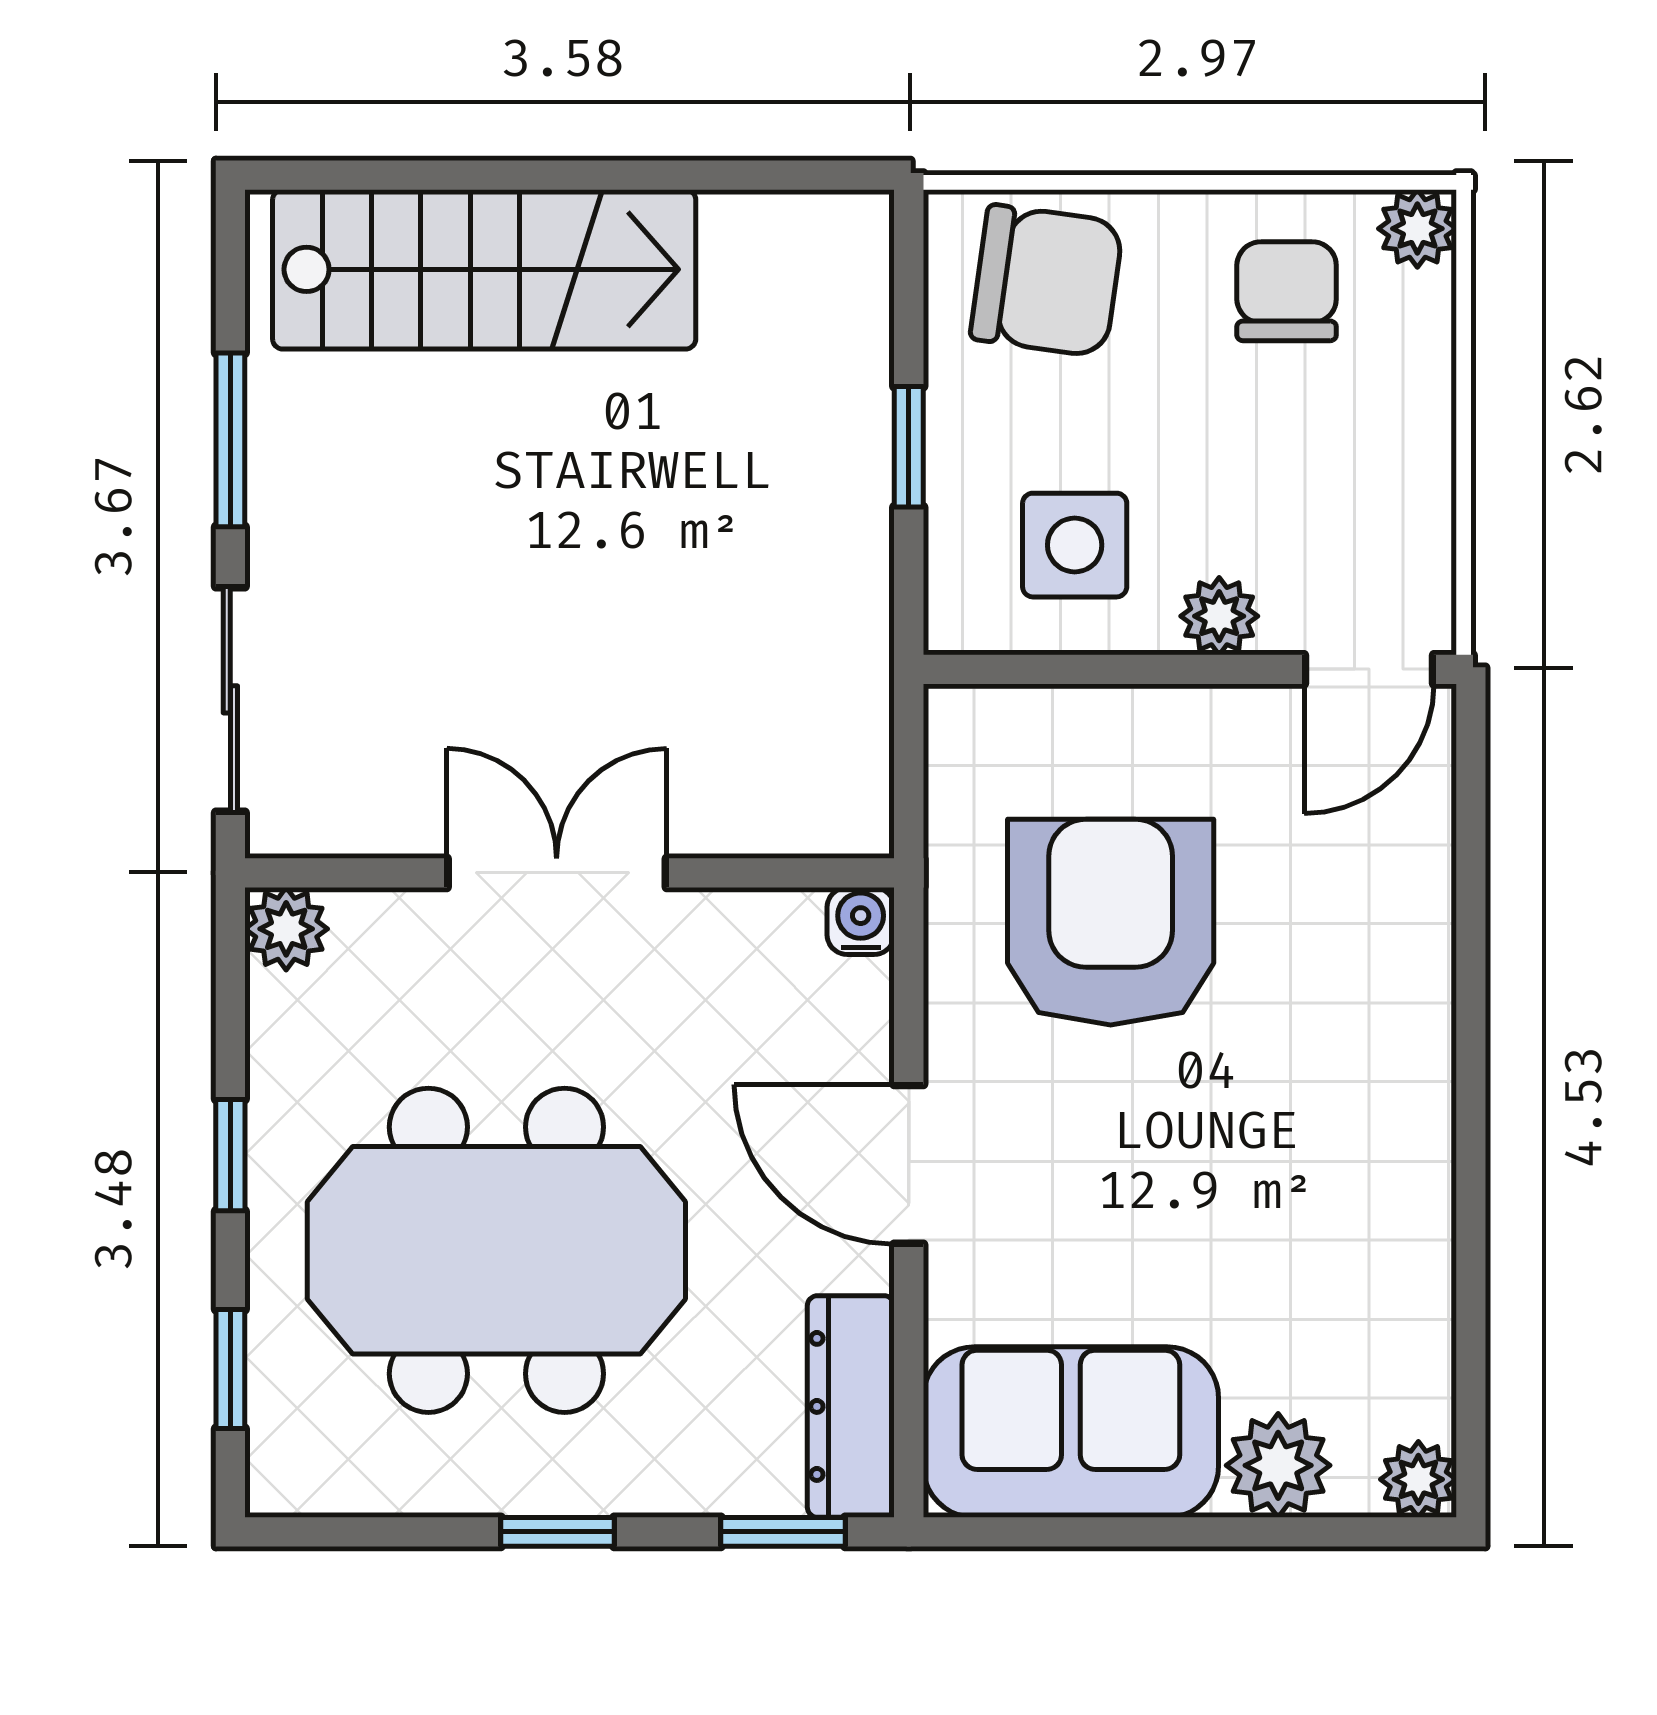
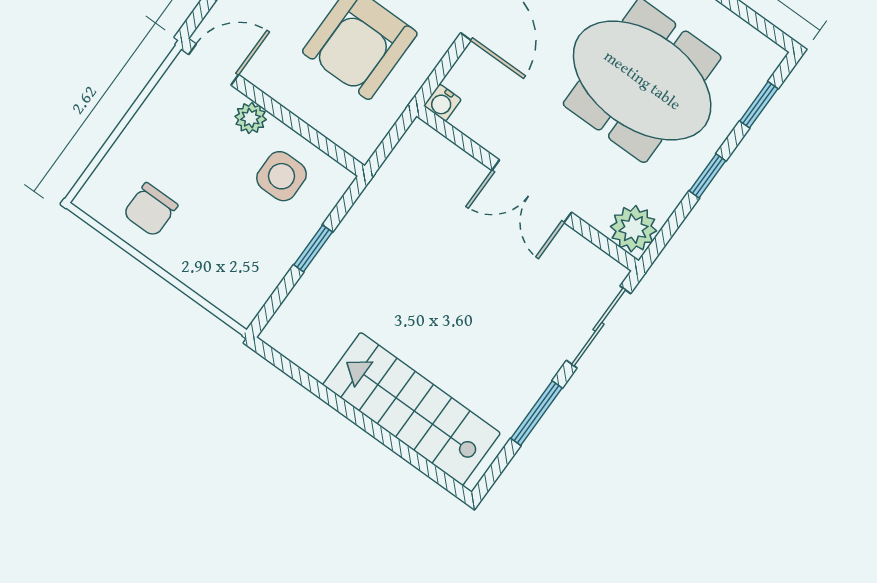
plant: (1417, 229) -> (92, 199), removed
chair: (1047, 281) -> (228, 271), removed
plant: (286, 929) -> (633, 229), width x1.38, depth x1.38

